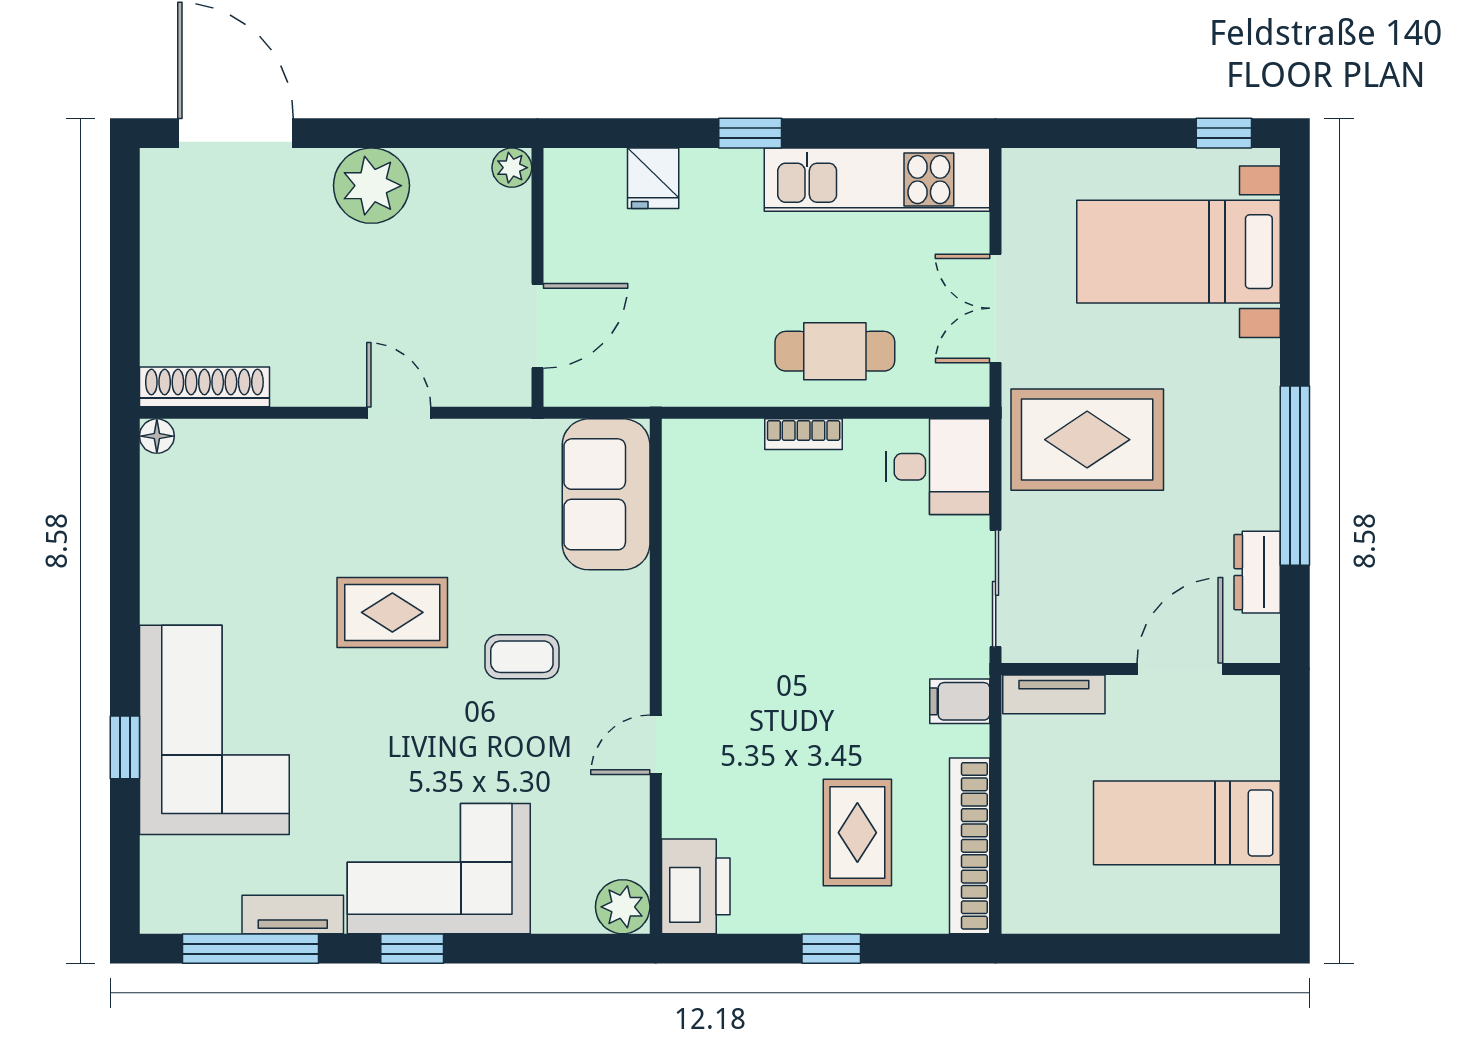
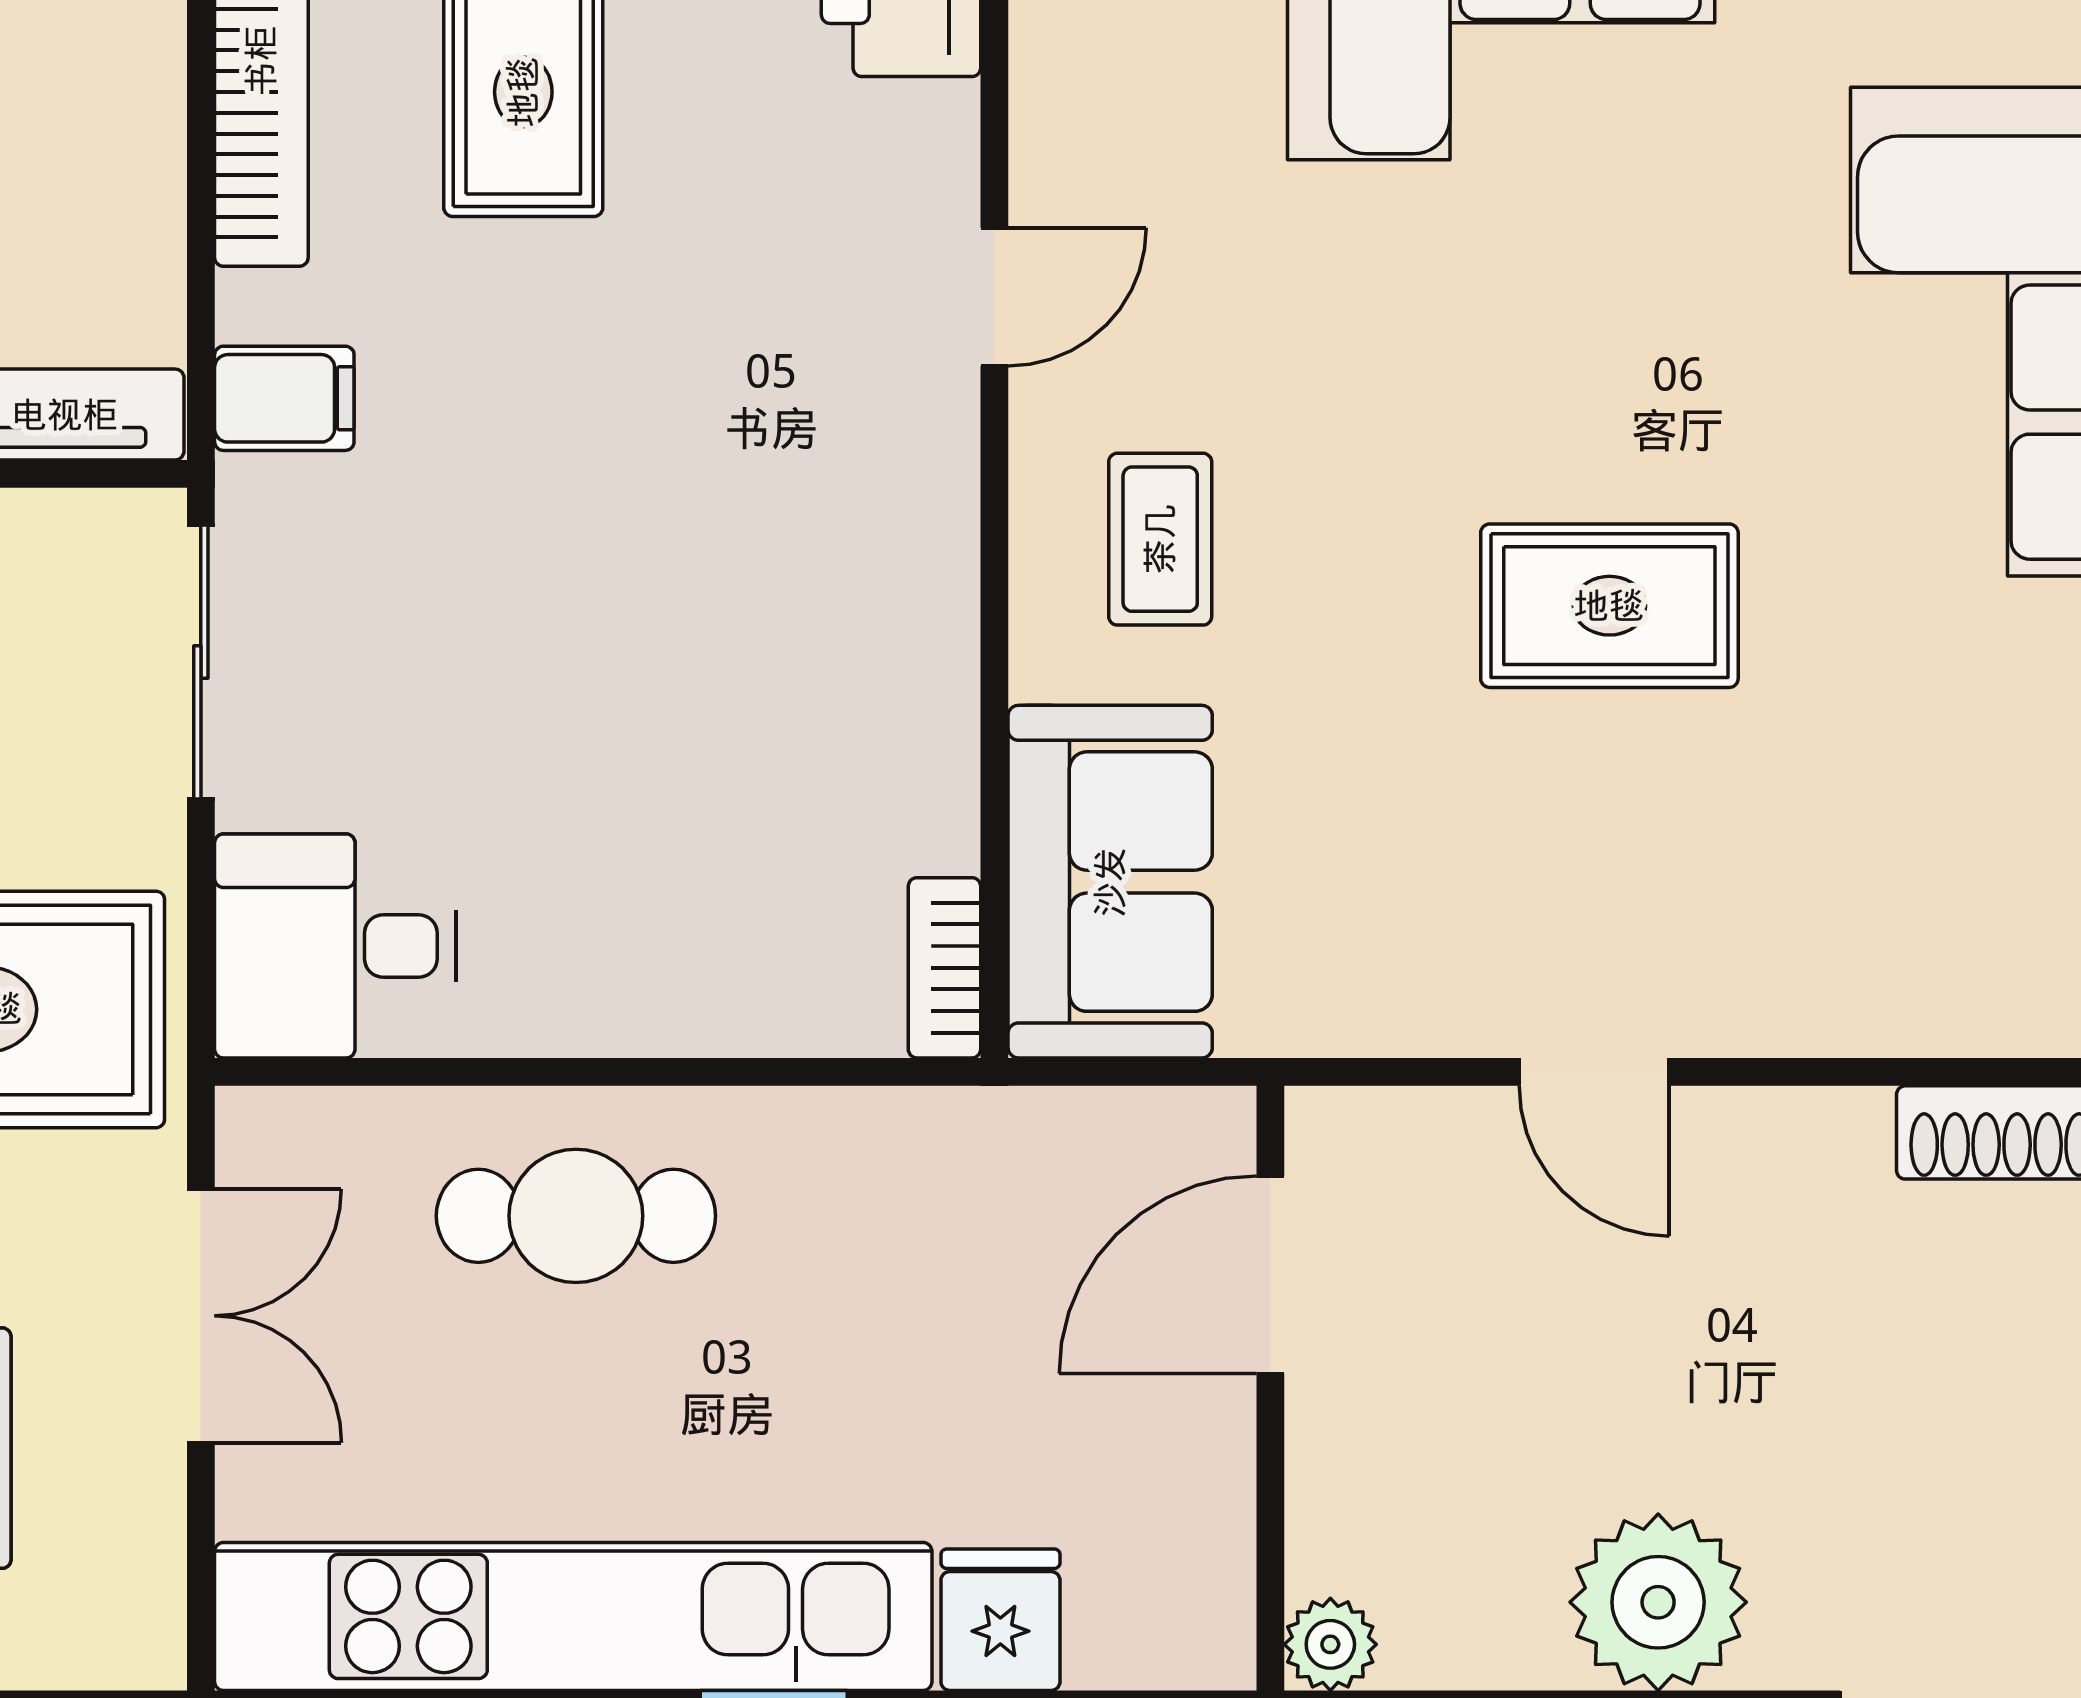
kitchen unit: (877, 180) -> (573, 1616), width x1.36
bookcase: (804, 434) -> (944, 968), moved, turned -90
coffee table: (522, 657) -> (1160, 539), moved, turned 90

